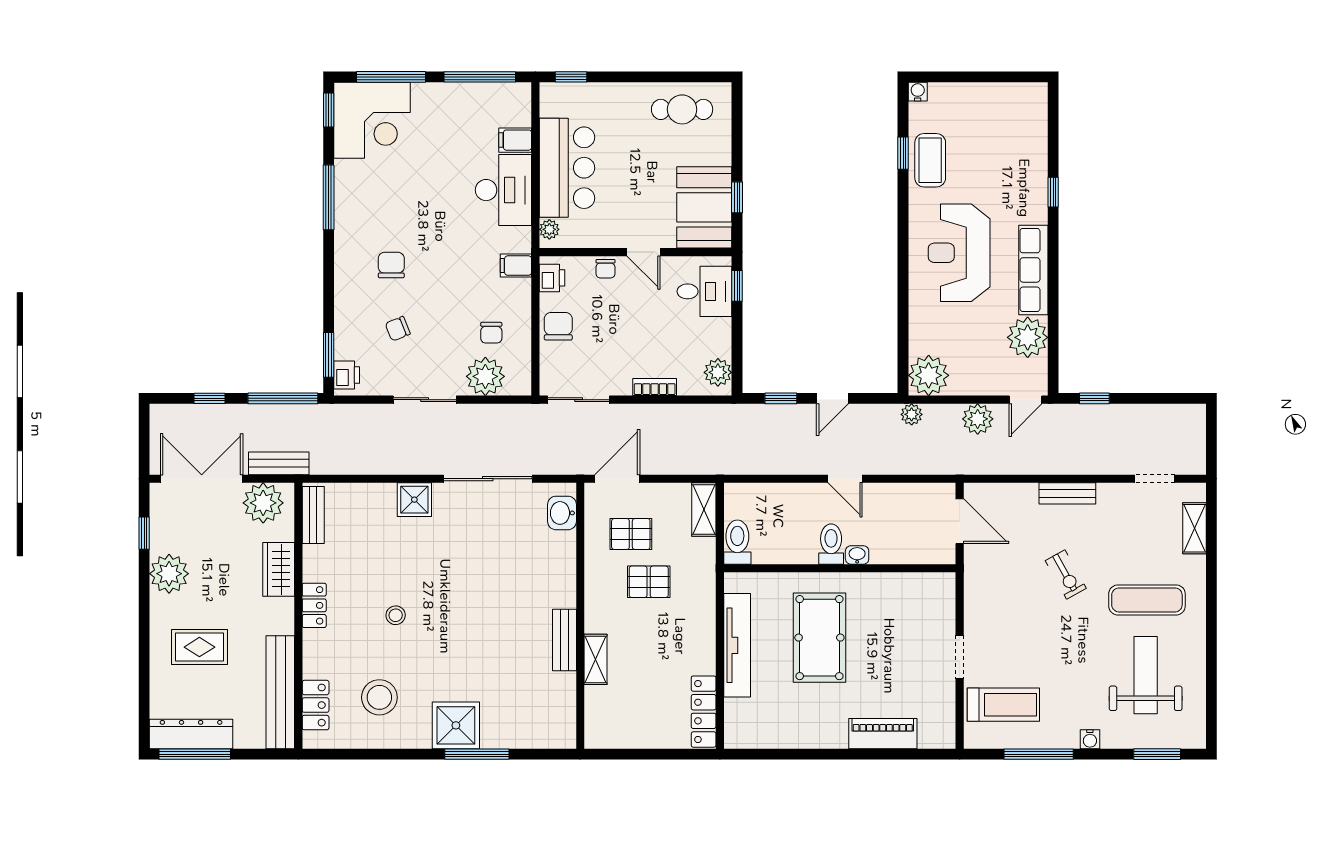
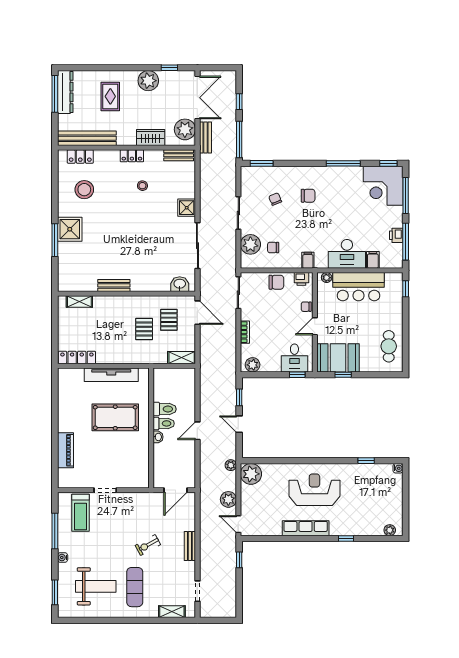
coffee table: (930, 160) -> (362, 475), removed
plant: (1028, 337) -> (390, 530), moved, width x0.53, depth x0.53
printer: (347, 375) -> (396, 235), moved, turned 90
toilet: (737, 542) -> (165, 409), moved
stool: (396, 615) -> (142, 186), moved
shelving: (596, 659) -> (79, 301), moved

